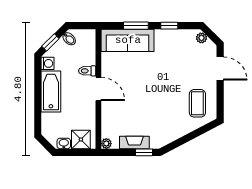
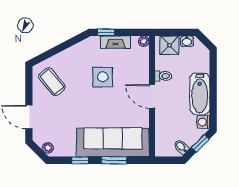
sofa: (128, 40) -> (113, 142), width x1.36, depth x1.27
toilet: (87, 71) -> (163, 76), moved
coffee table: (197, 103) -> (52, 82), turned -40
side table: (147, 108) -> (103, 77), added

